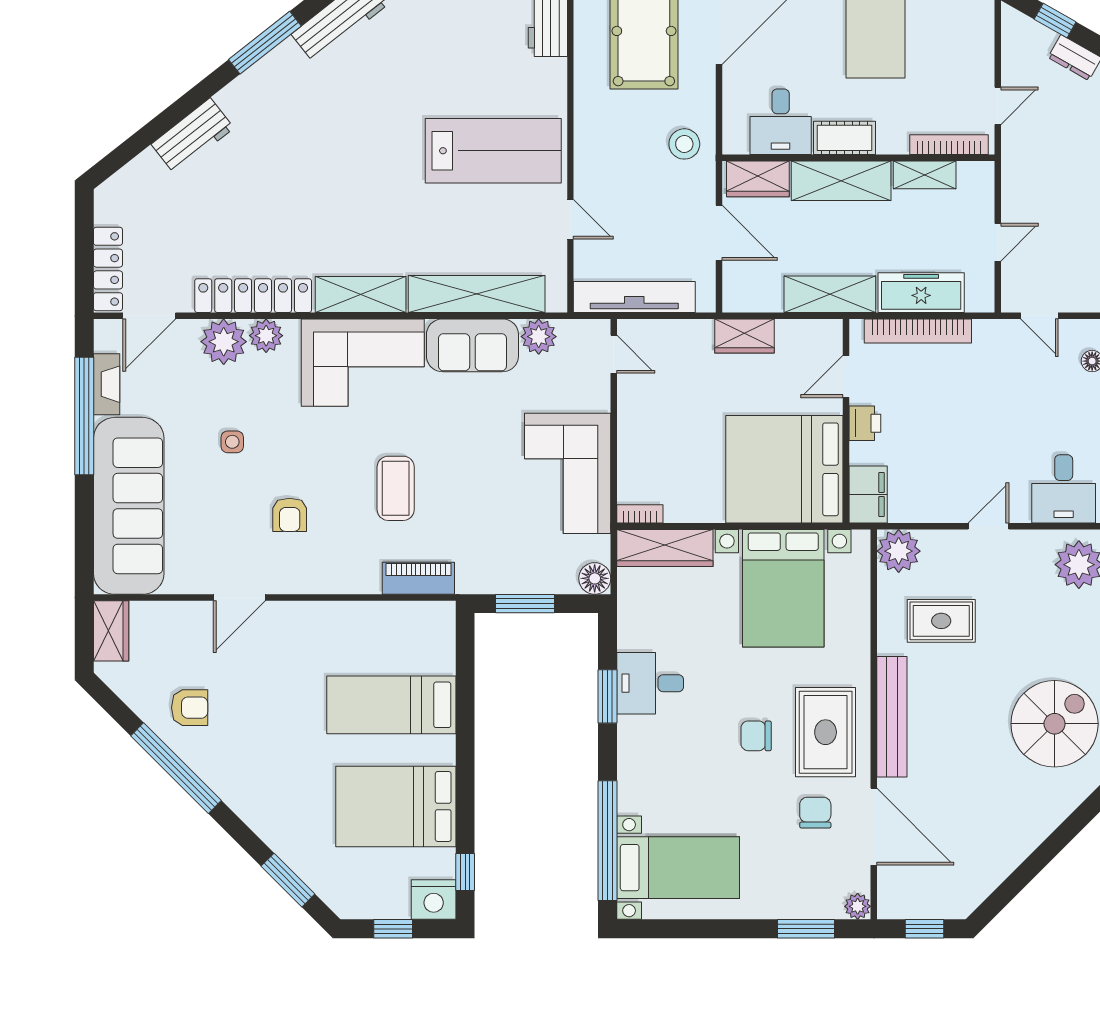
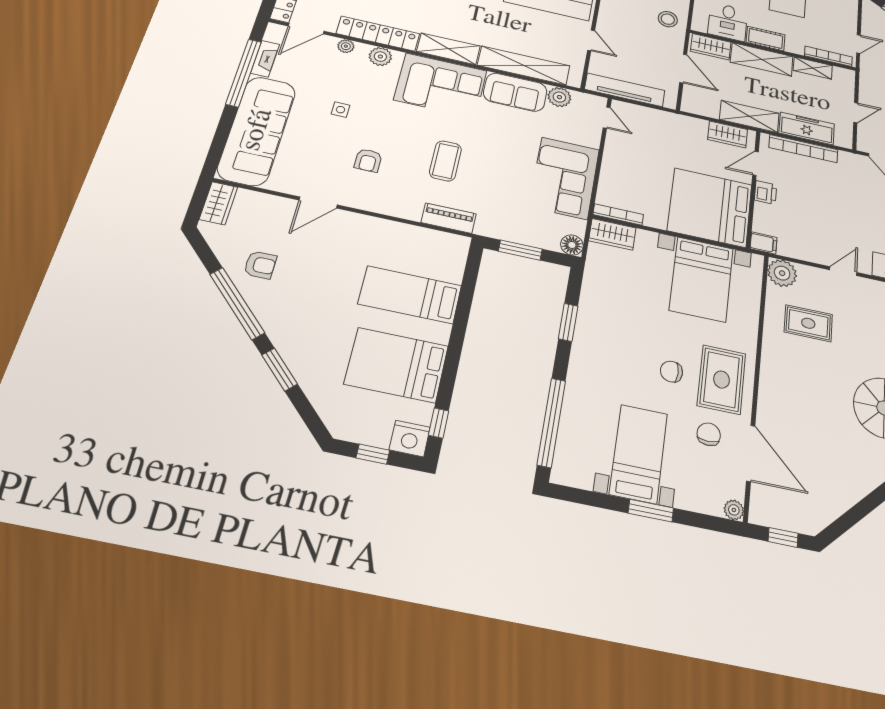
wardrobe: (745, 336) -> (728, 134), moved
plant: (224, 342) -> (346, 46), width x0.53, depth x0.53
filing cabinet: (868, 494) -> (764, 243), width x0.50
bookcase: (640, 514) -> (618, 214), width x1.56
wardrobe: (665, 548) -> (612, 234), width x0.67
desk: (650, 683) -> (600, 320), removed
bench: (892, 717) -> (770, 379), removed
bed with nightstands: (678, 868) -> (639, 454), moved, turned -90
window: (288, 880) -> (280, 369), moved
window: (806, 929) -> (651, 511), moved

